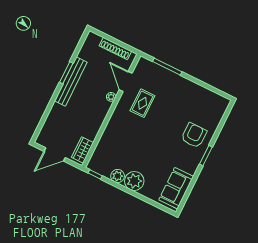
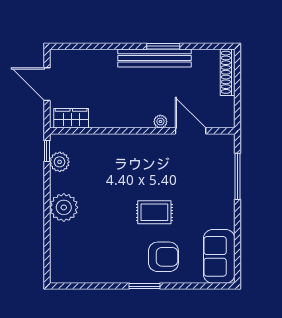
shoe rack: (115, 49) -> (228, 72), moved
door: (126, 81) -> (191, 131), hinge flipped
rug: (142, 103) -> (154, 212), moved
plant: (118, 176) -> (60, 162), moved
sofa: (176, 188) -> (219, 256), moved, turned -90

